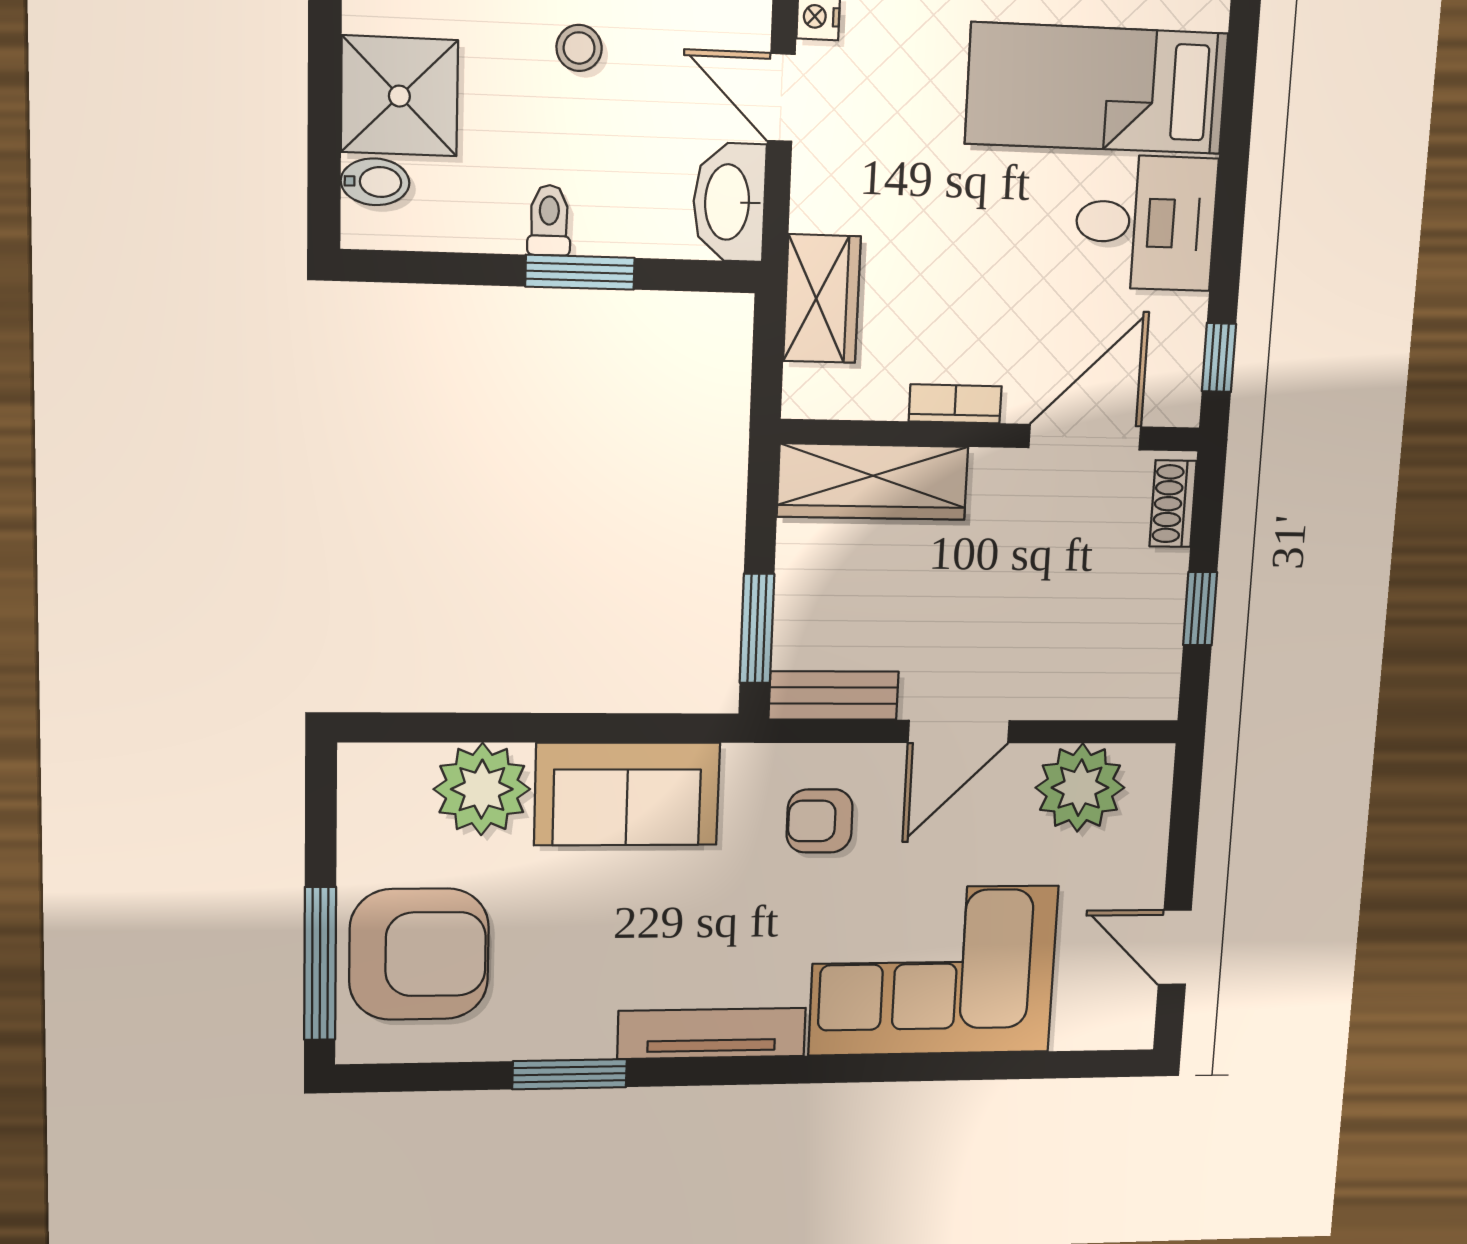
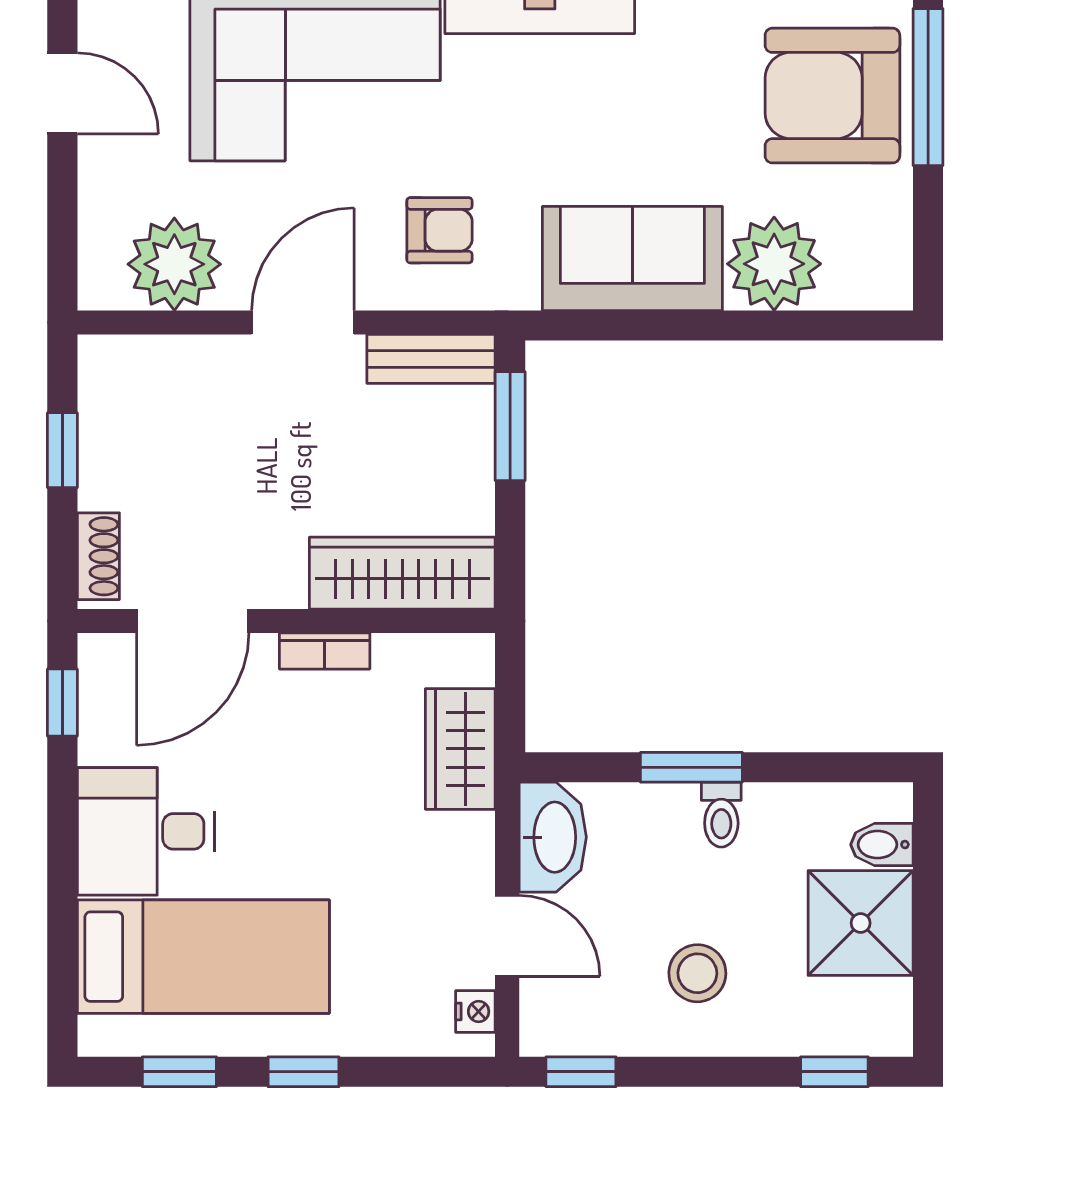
stool: (579, 48) -> (697, 973), width x1.37, depth x1.37

